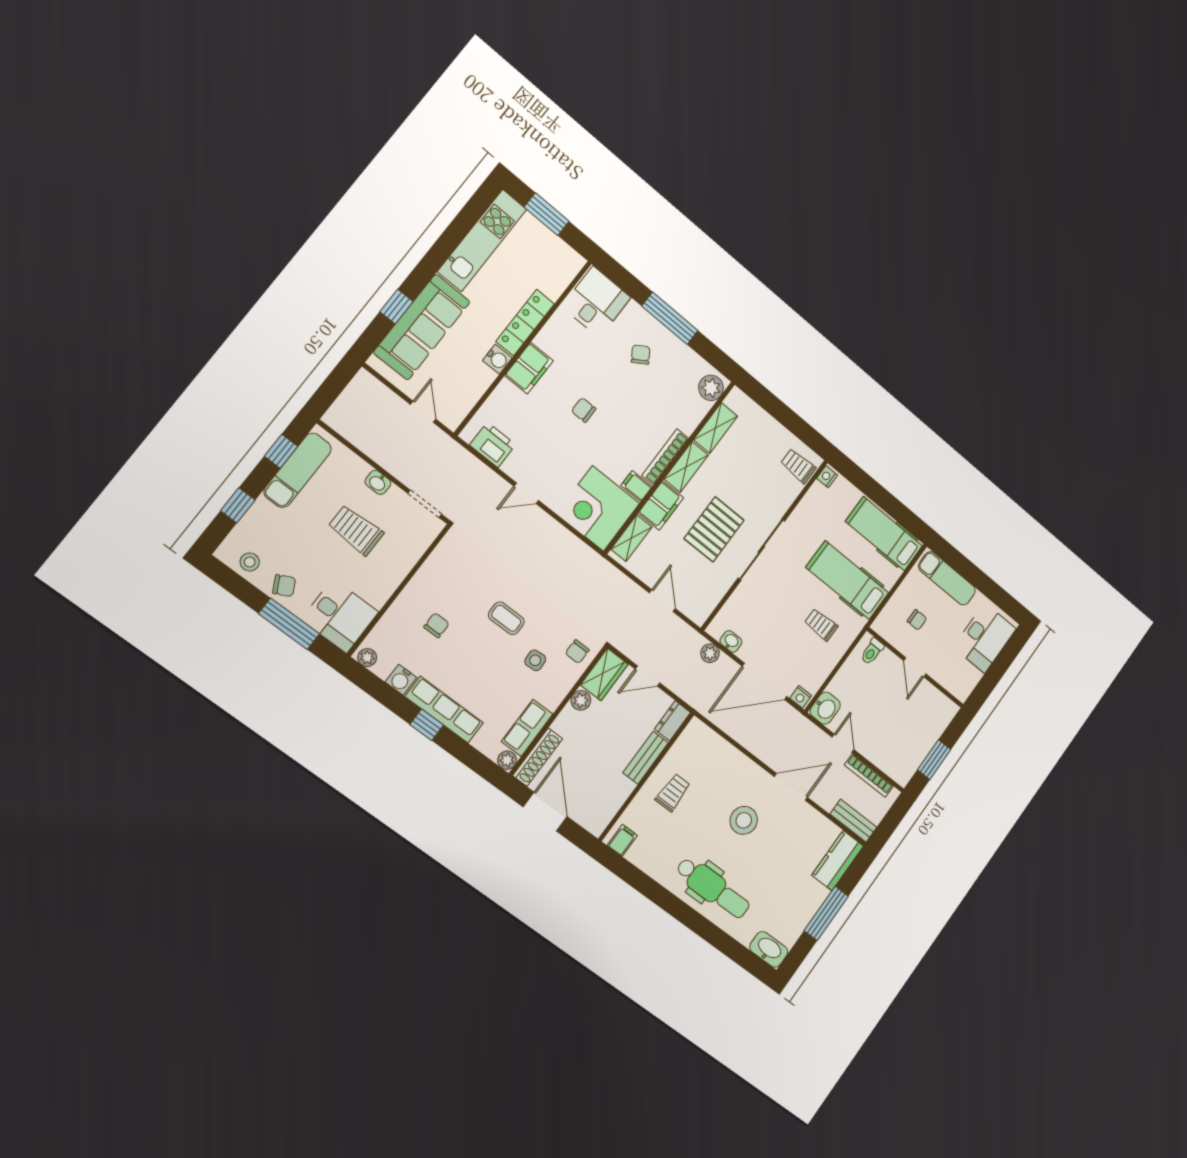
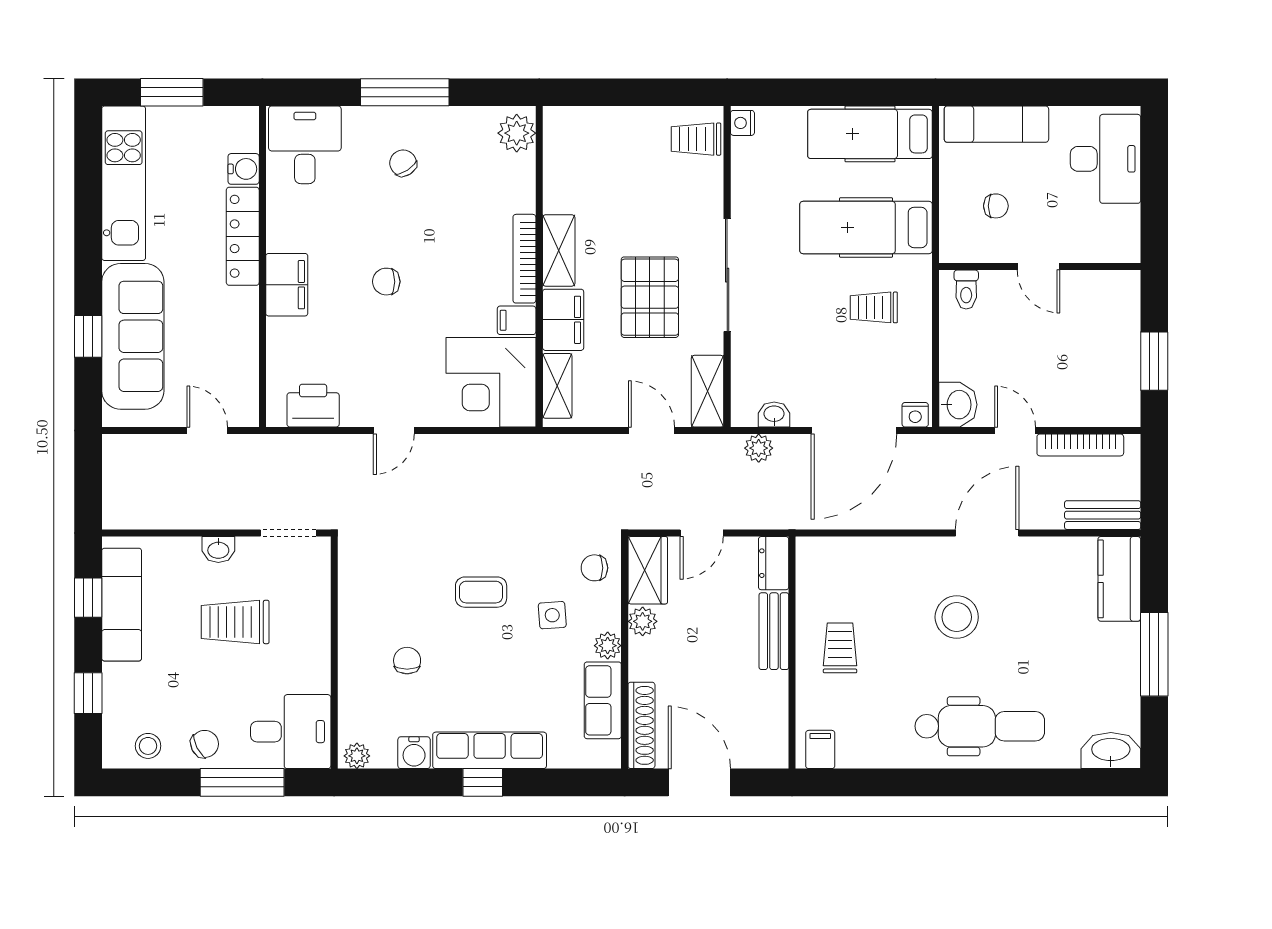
water cooler: (497, 359) -> (244, 169), moved
shelving: (715, 428) -> (708, 391), moved
chair: (577, 652) -> (594, 568), turned 90
plant: (507, 760) -> (608, 646), moved

